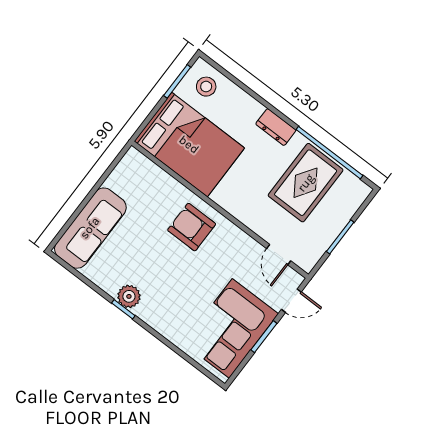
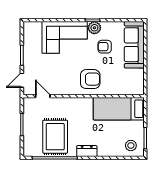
bed: (189, 145) -> (119, 109), width x0.67
armchair: (135, 258) -> (105, 47), added
corner sofa: (231, 328) -> (65, 37), moved, turned 90

